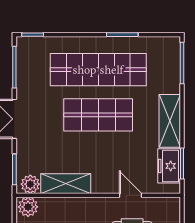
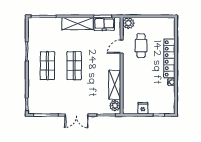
shop shelf: (98, 70) -> (47, 66), width x0.50, depth x0.74
shop shelf: (98, 115) -> (74, 66), width x0.70, depth x0.74
plant: (28, 207) -> (128, 23), moved

